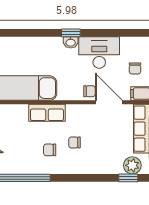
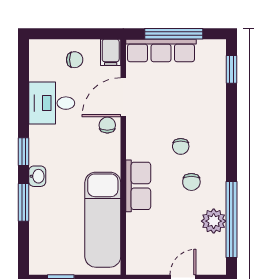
window: (35, 33) -> (24, 202), added
washbasin: (71, 42) -> (37, 176), moved
desk: (99, 52) -> (52, 103), width x0.73
plant: (132, 165) -> (214, 221), moved

